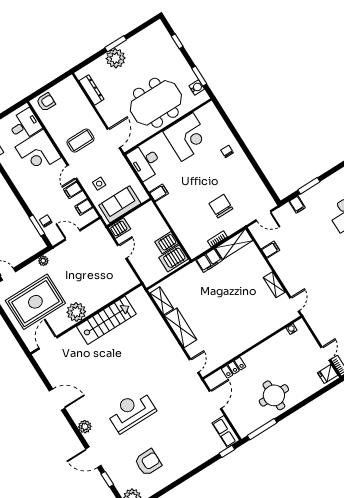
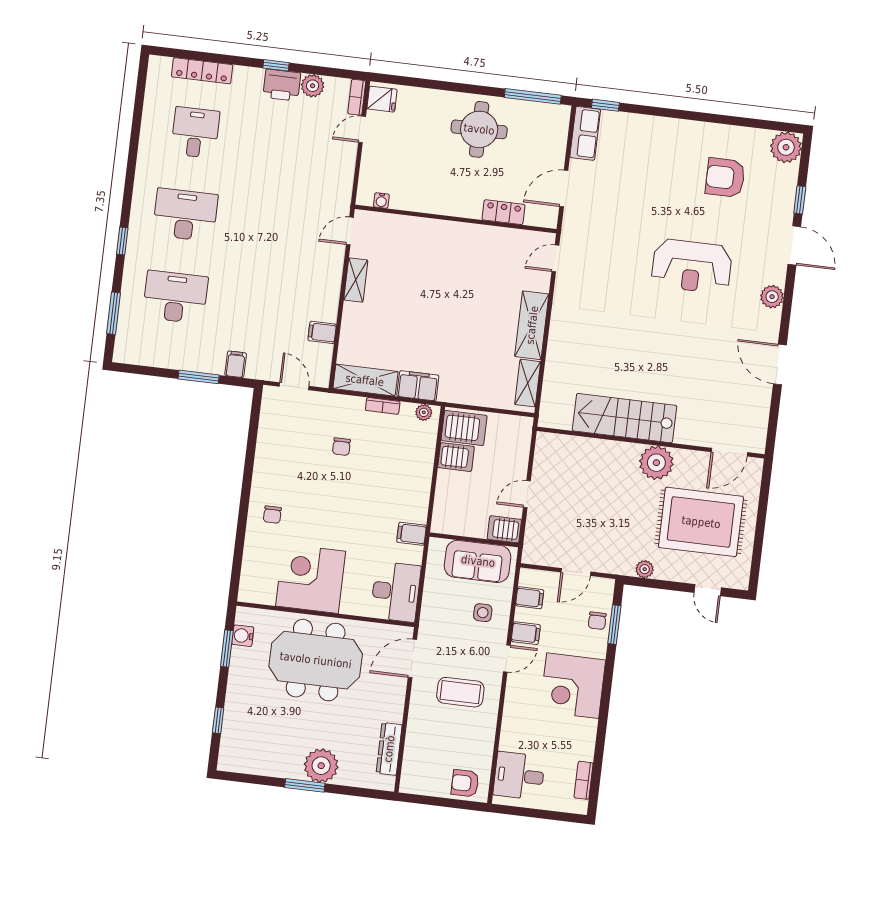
corner desk: (38, 152) -> (573, 686), moved, turned 180
chair: (221, 206) -> (341, 447), width x0.54, depth x0.54
door: (73, 235) -> (576, 572), hinge flipped
plant: (197, 251) -> (424, 412), added

